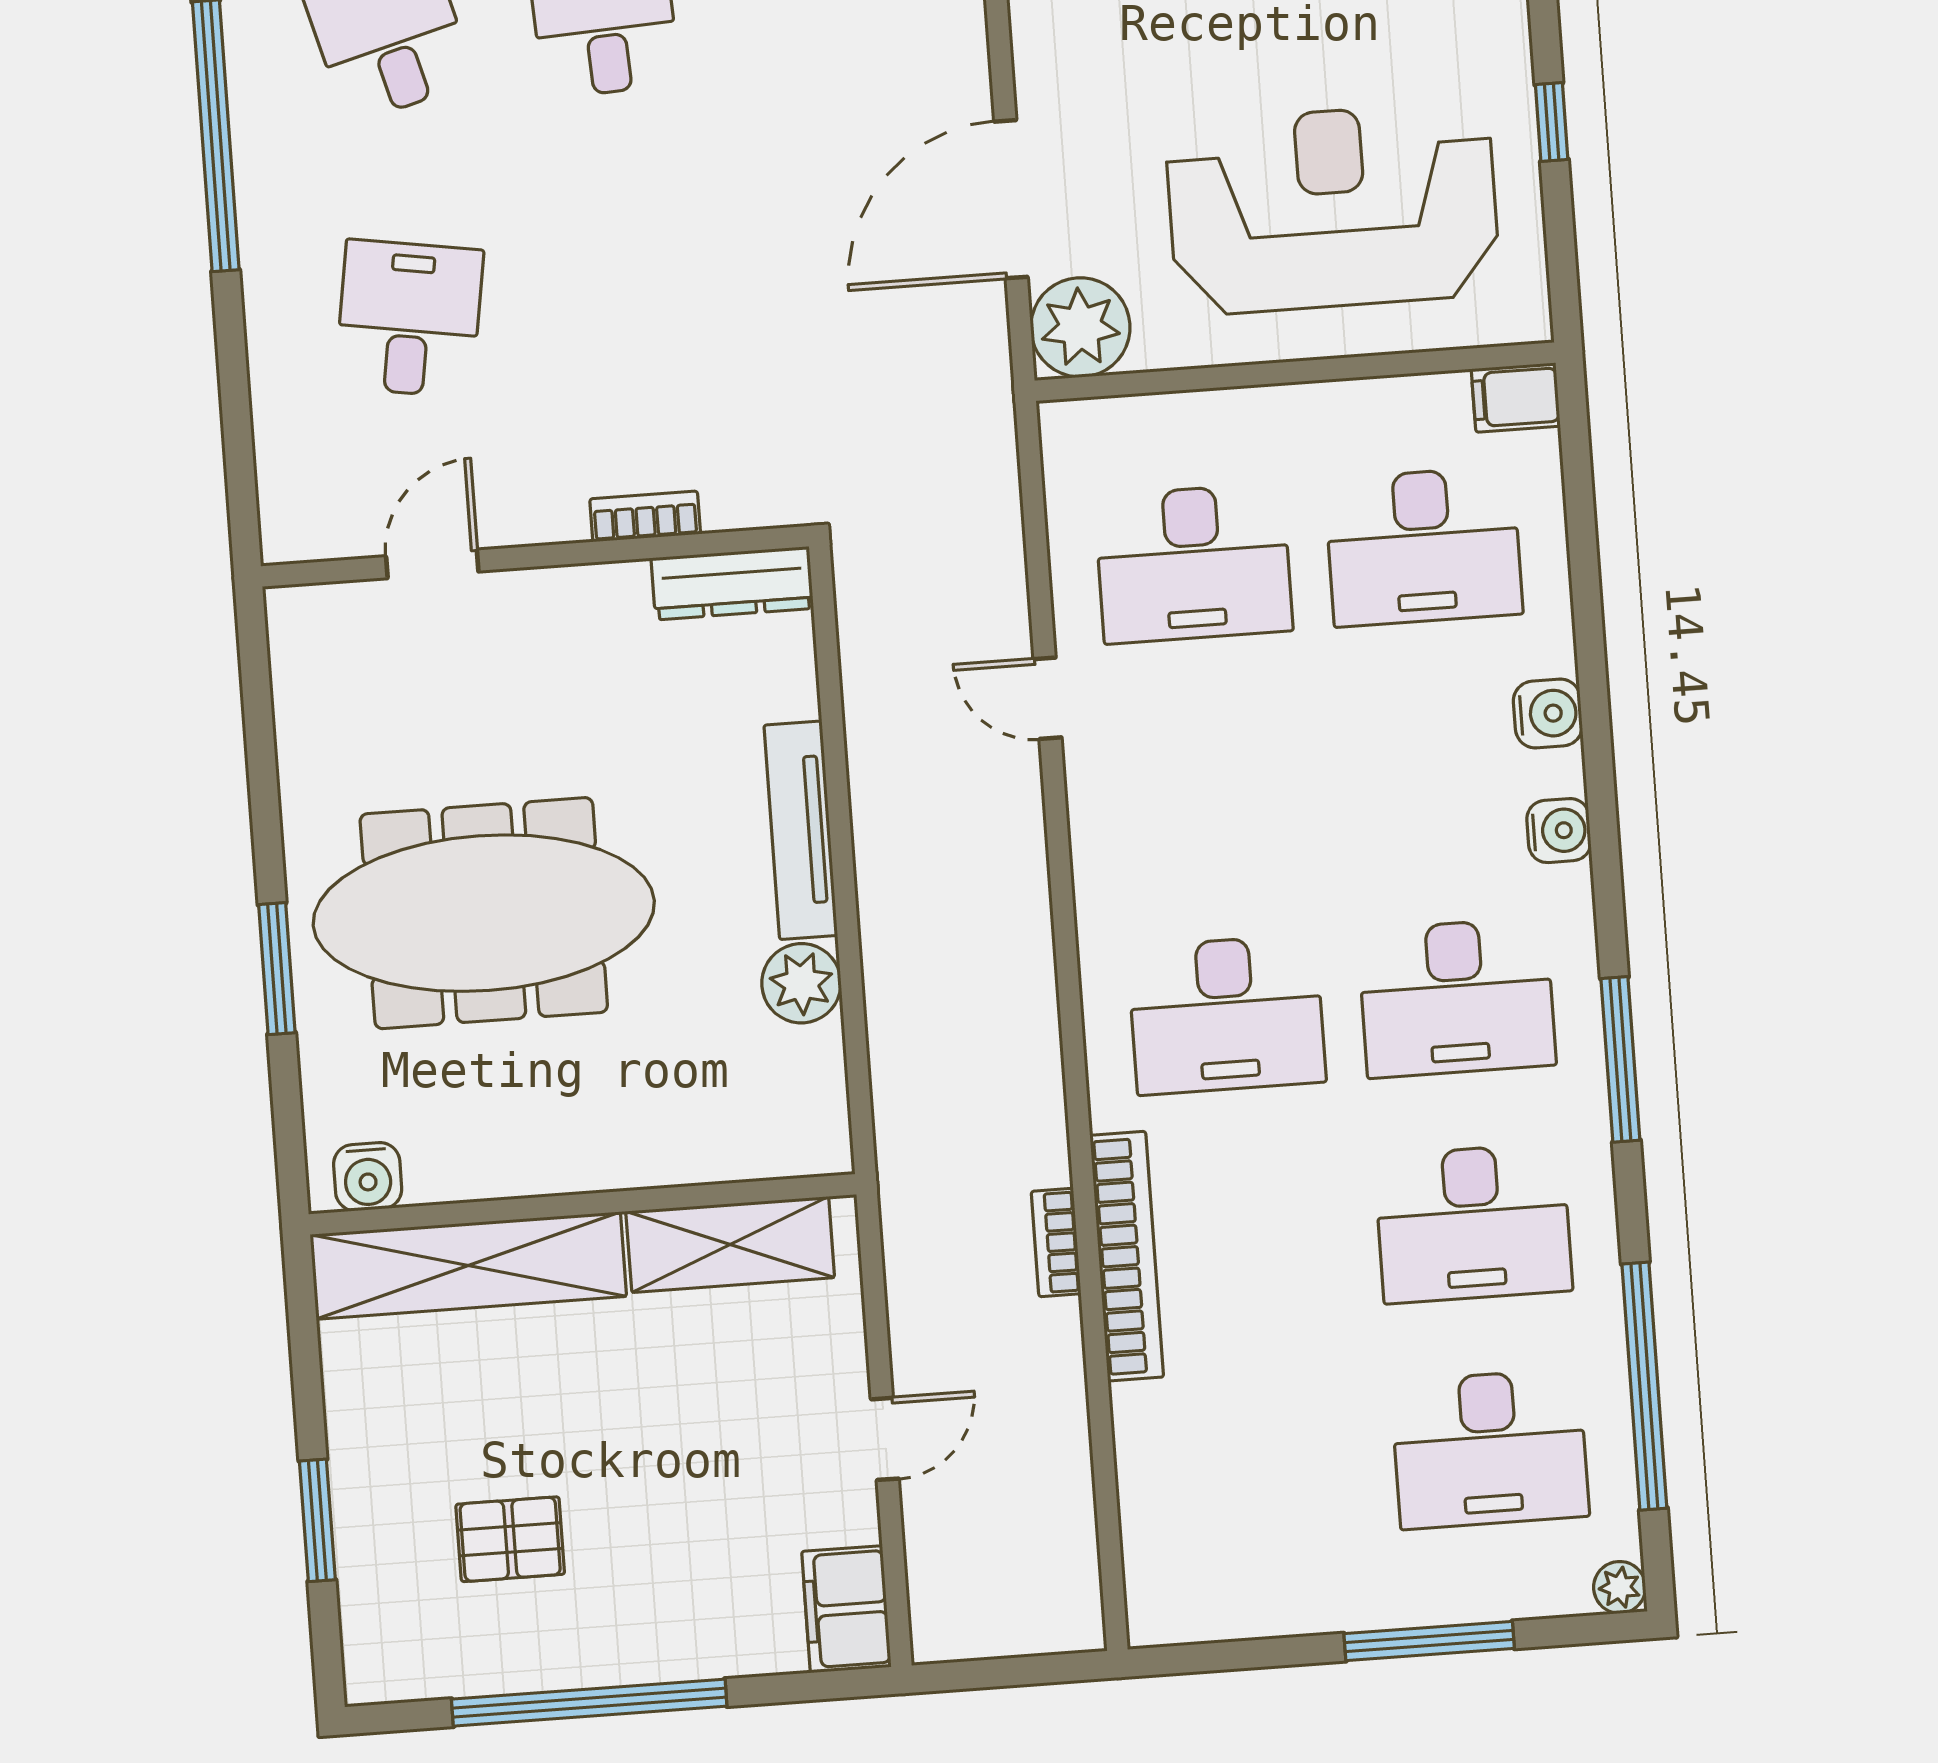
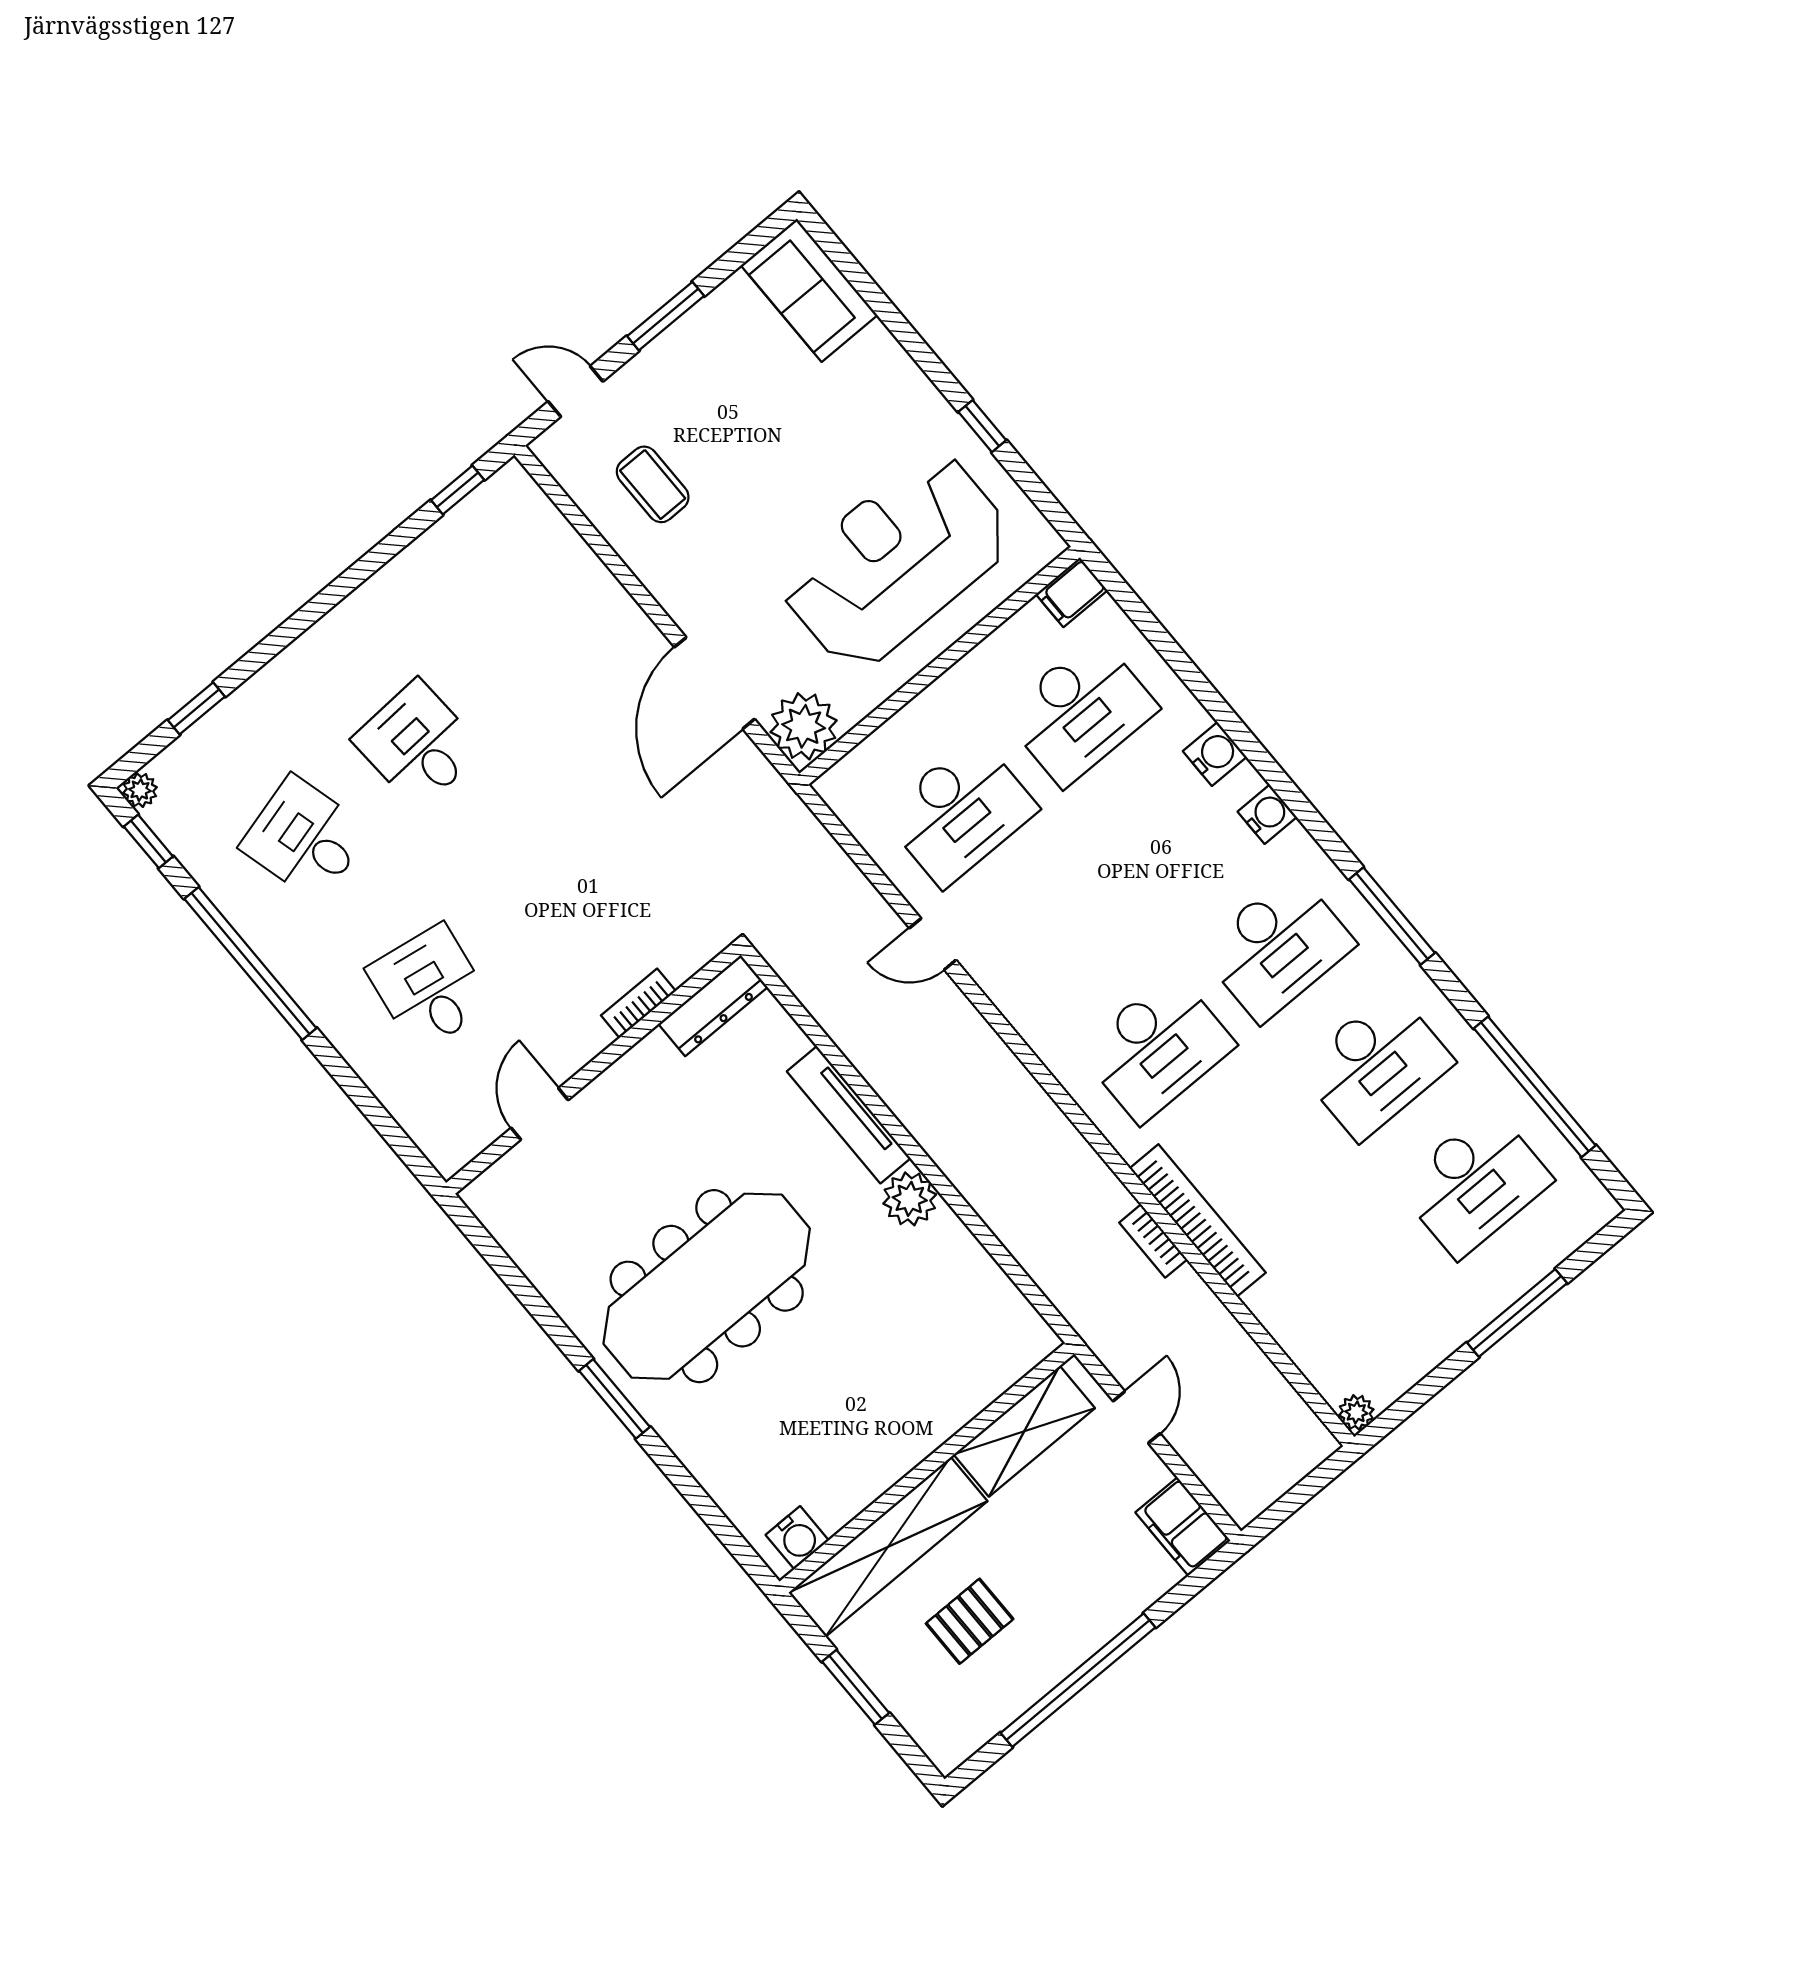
water cooler: (368, 1177) -> (797, 1538), moved
wall: (583, 1204) -> (927, 1468), moved
shelving: (730, 1244) -> (1024, 1431), moved
shelving: (468, 1265) -> (888, 1547), moved
plant: (1620, 1587) -> (1356, 1412), moved

